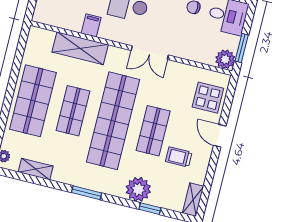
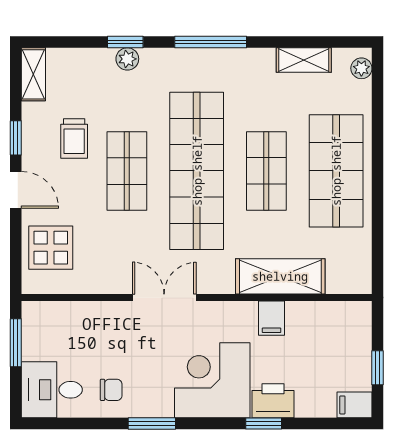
plant: (225, 59) -> (38, 317), removed
trolley: (179, 157) -> (74, 138), turned 90
window: (212, 166) -> (16, 138), added
plant: (138, 189) -> (127, 59), width x0.53, depth x0.53
window: (87, 193) -> (211, 42), width x1.44
window: (150, 209) -> (125, 42), moved

